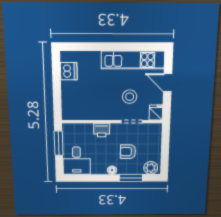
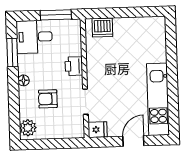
dishwasher: (69, 71) -> (102, 27), moved
stool: (130, 97) -> (115, 98), removed
armchair: (128, 152) -> (48, 99), turned -90
window: (131, 178) -> (12, 53), moved

